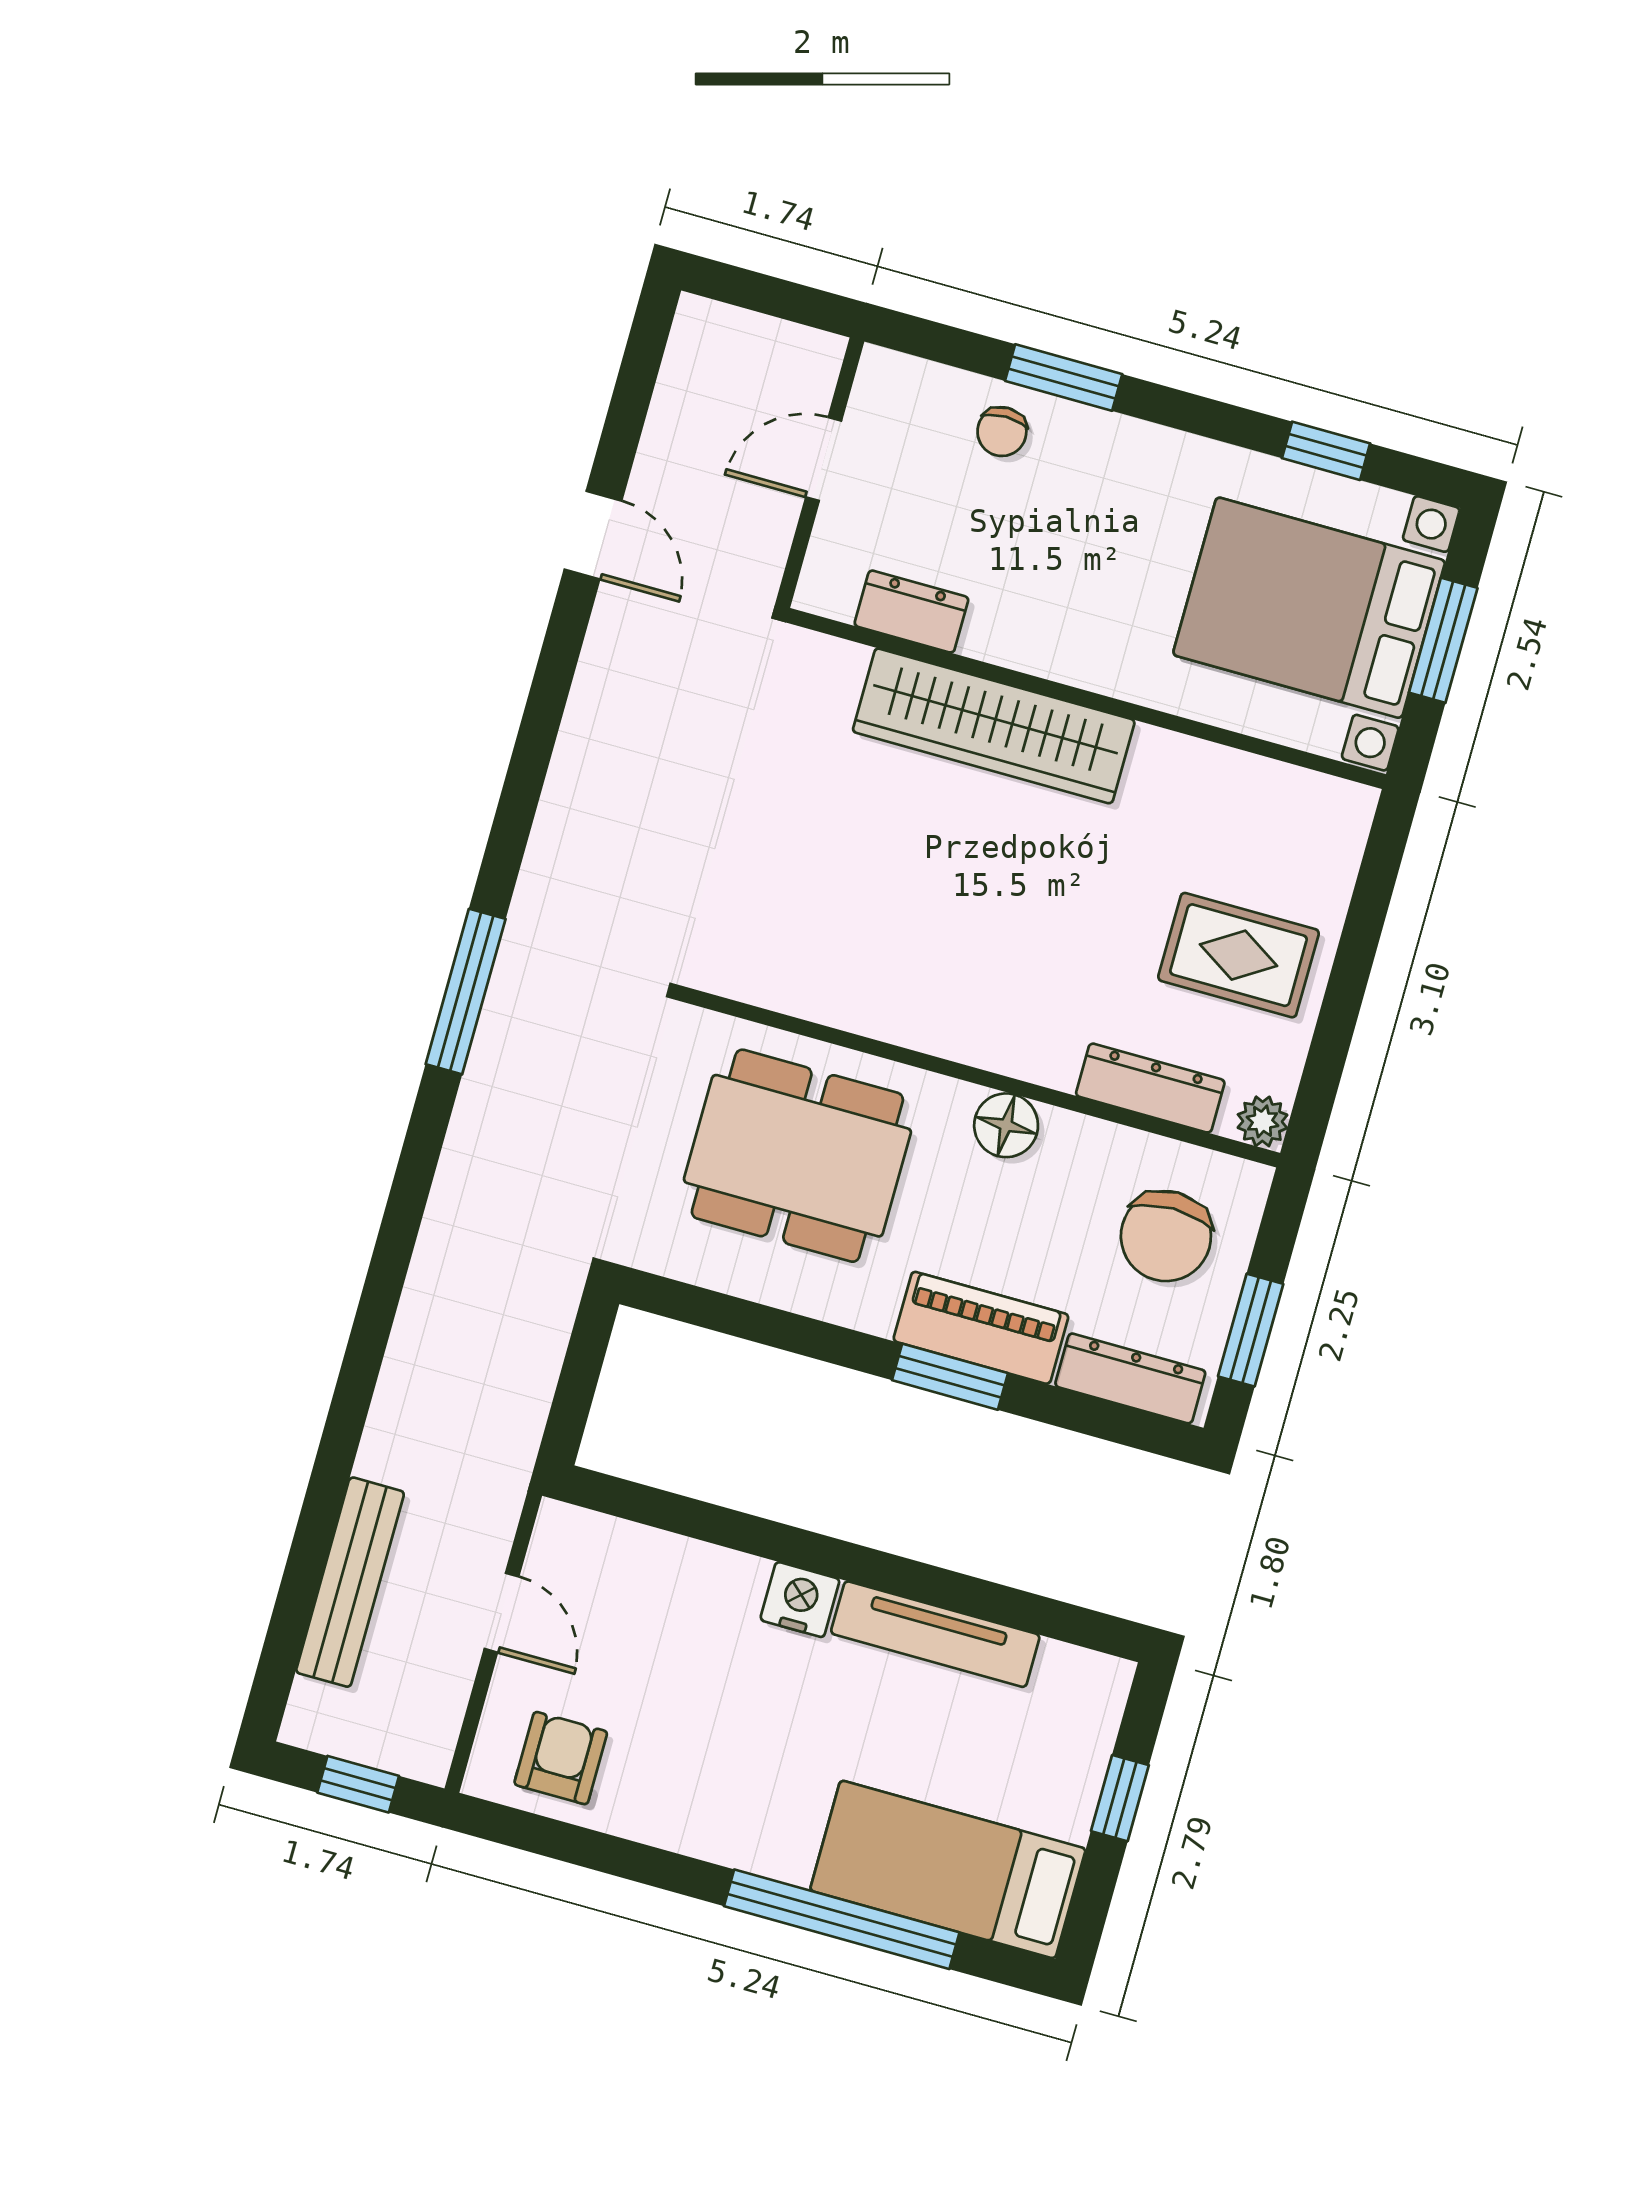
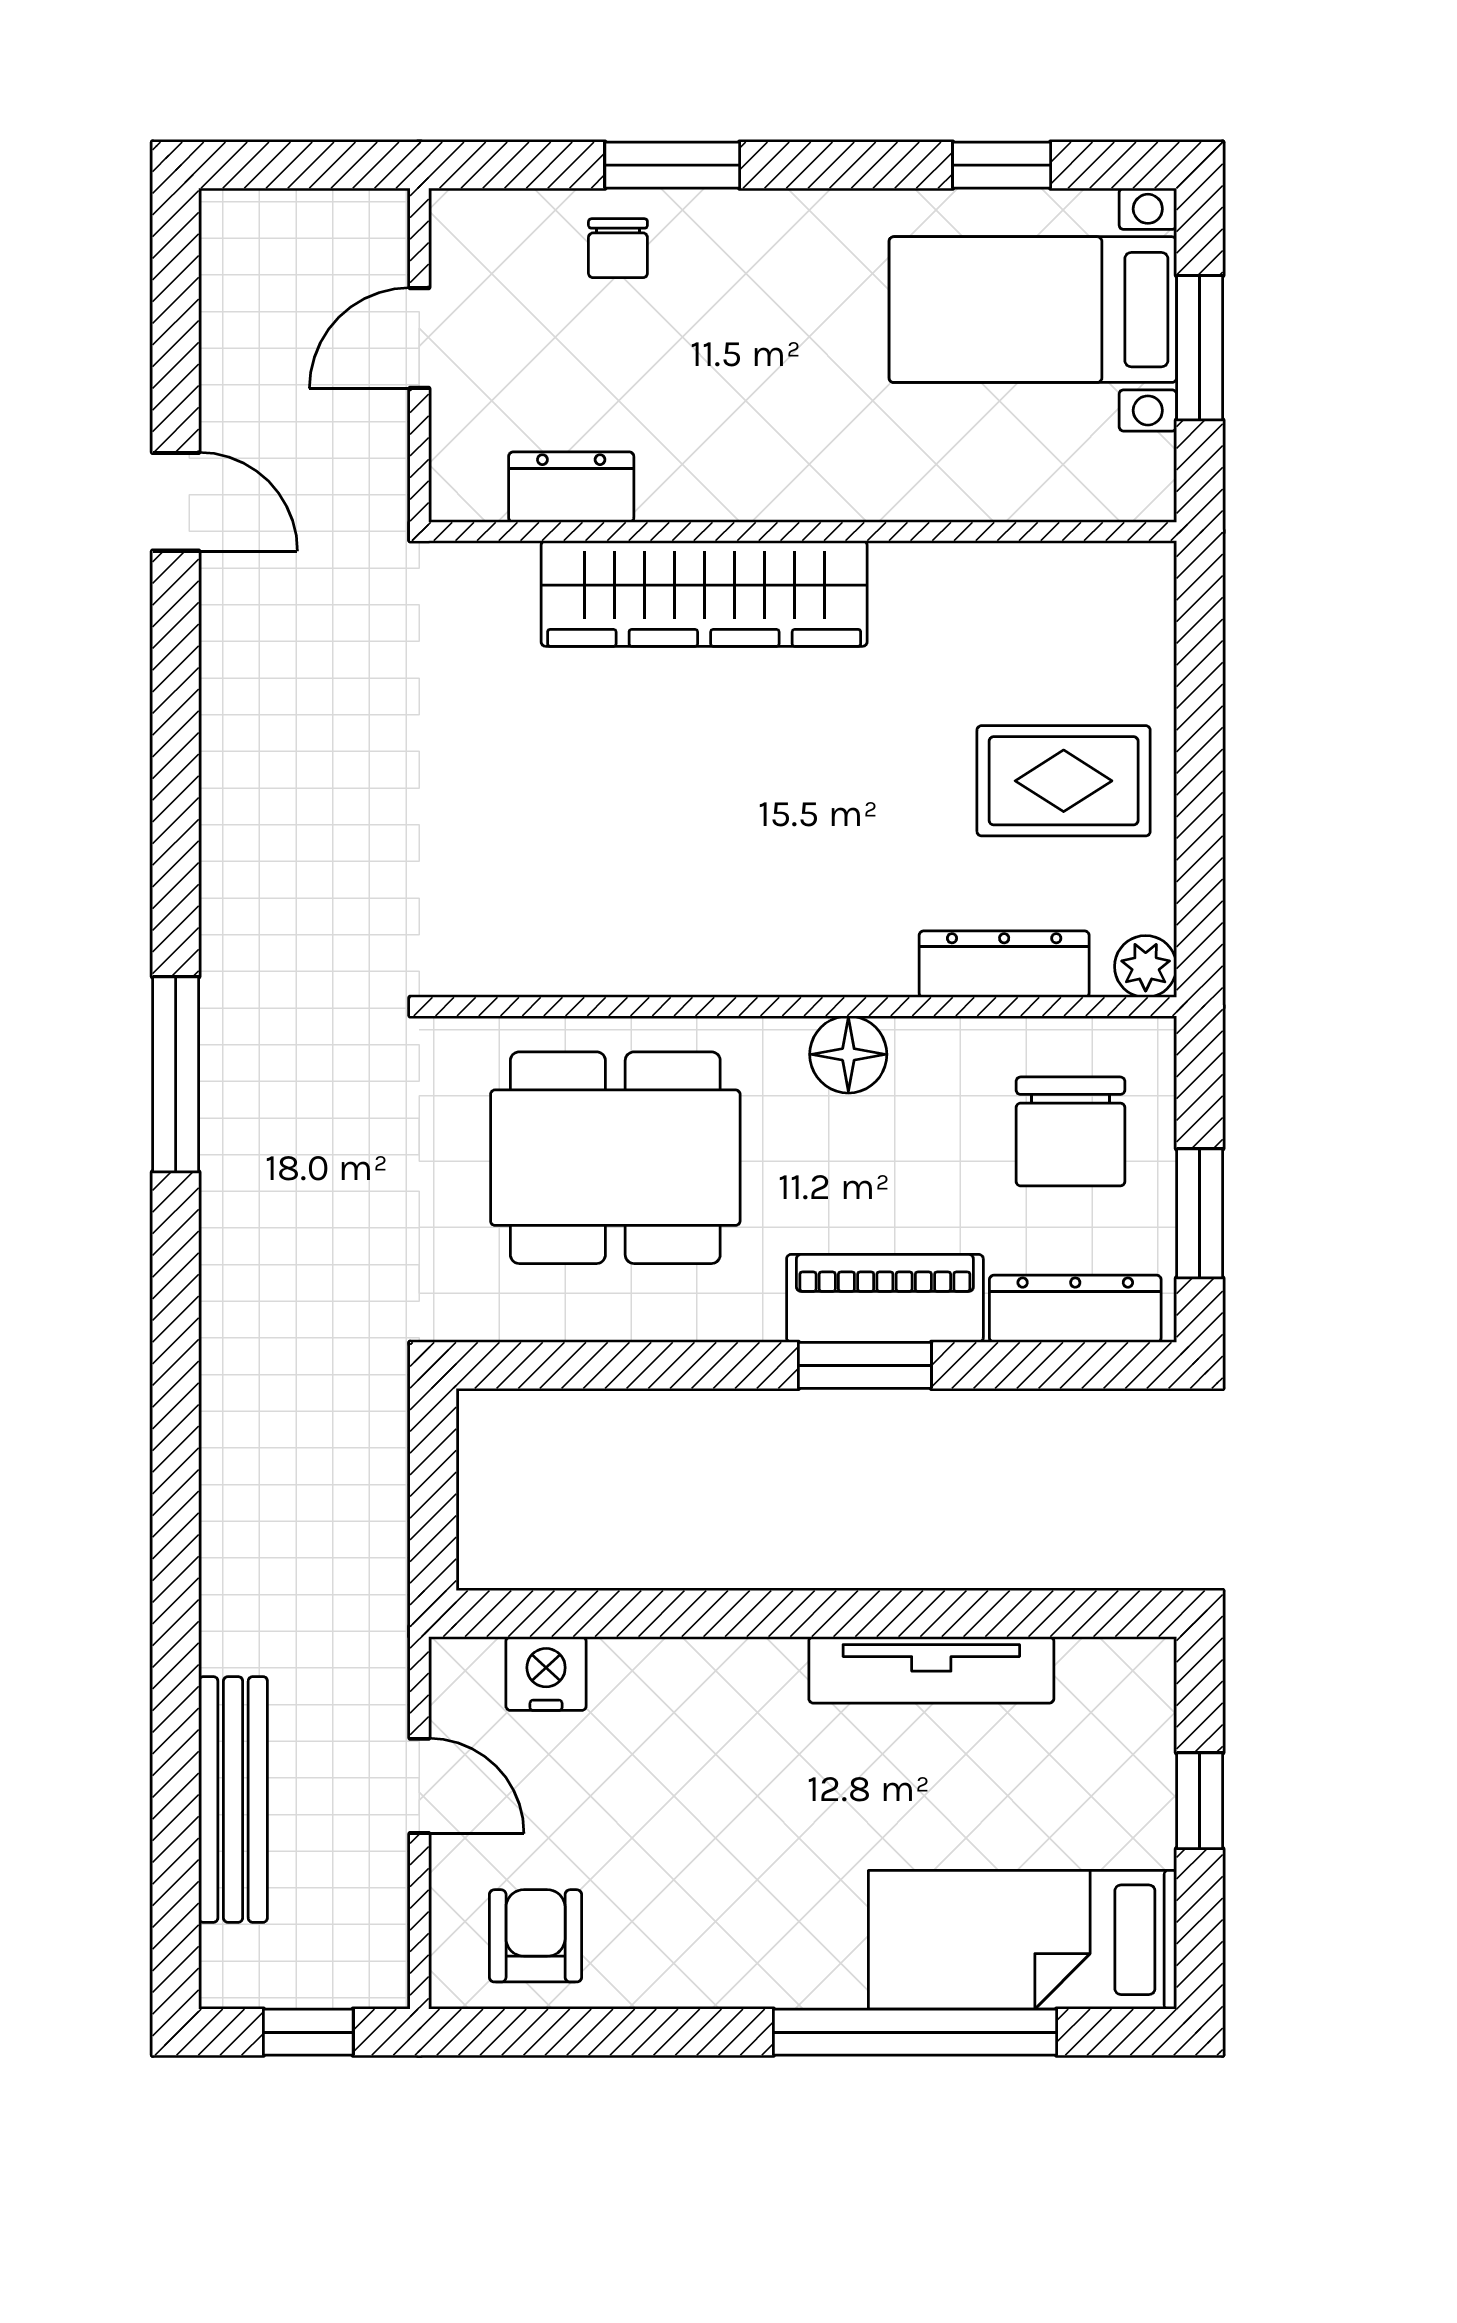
bed with nightstands: (1309, 608) -> (1033, 310), width x0.73
nightstand: (800, 1600) -> (546, 1674), moved

